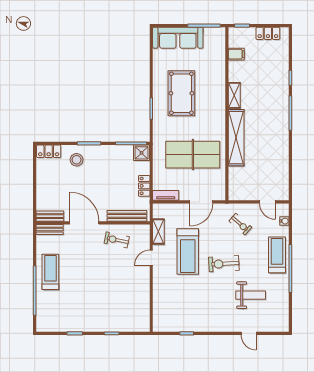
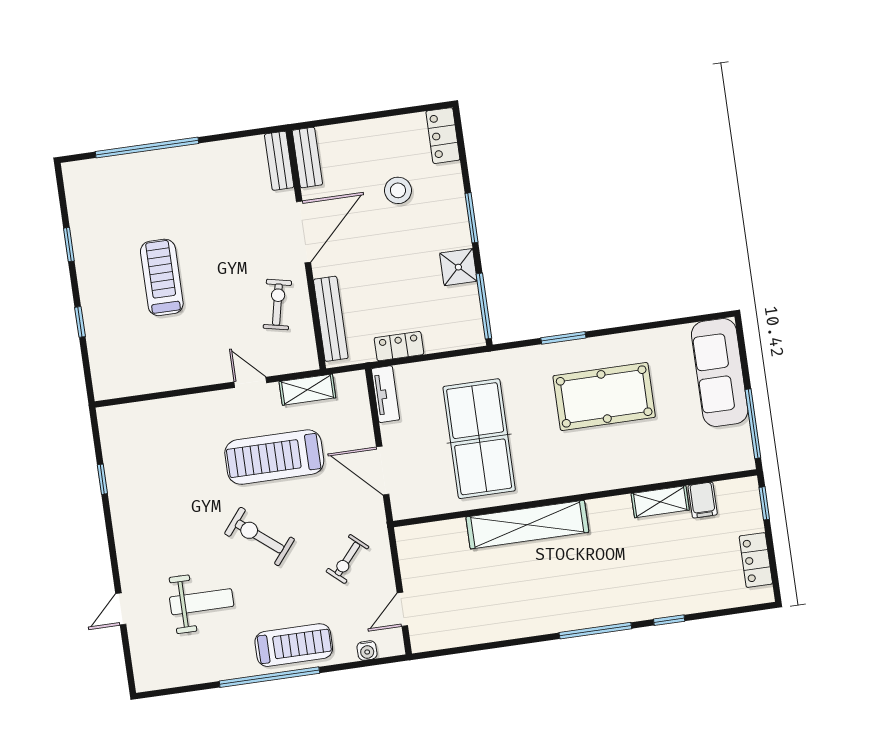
shelving: (234, 95) -> (660, 502), moved
shower: (142, 153) -> (458, 267), moved
stool: (77, 160) -> (398, 190), moved
exercise bike: (224, 264) -> (260, 536), turned -48
treadmill: (50, 272) -> (162, 277), moved, turned -90
weight bench: (251, 295) -> (202, 602), turned -90

